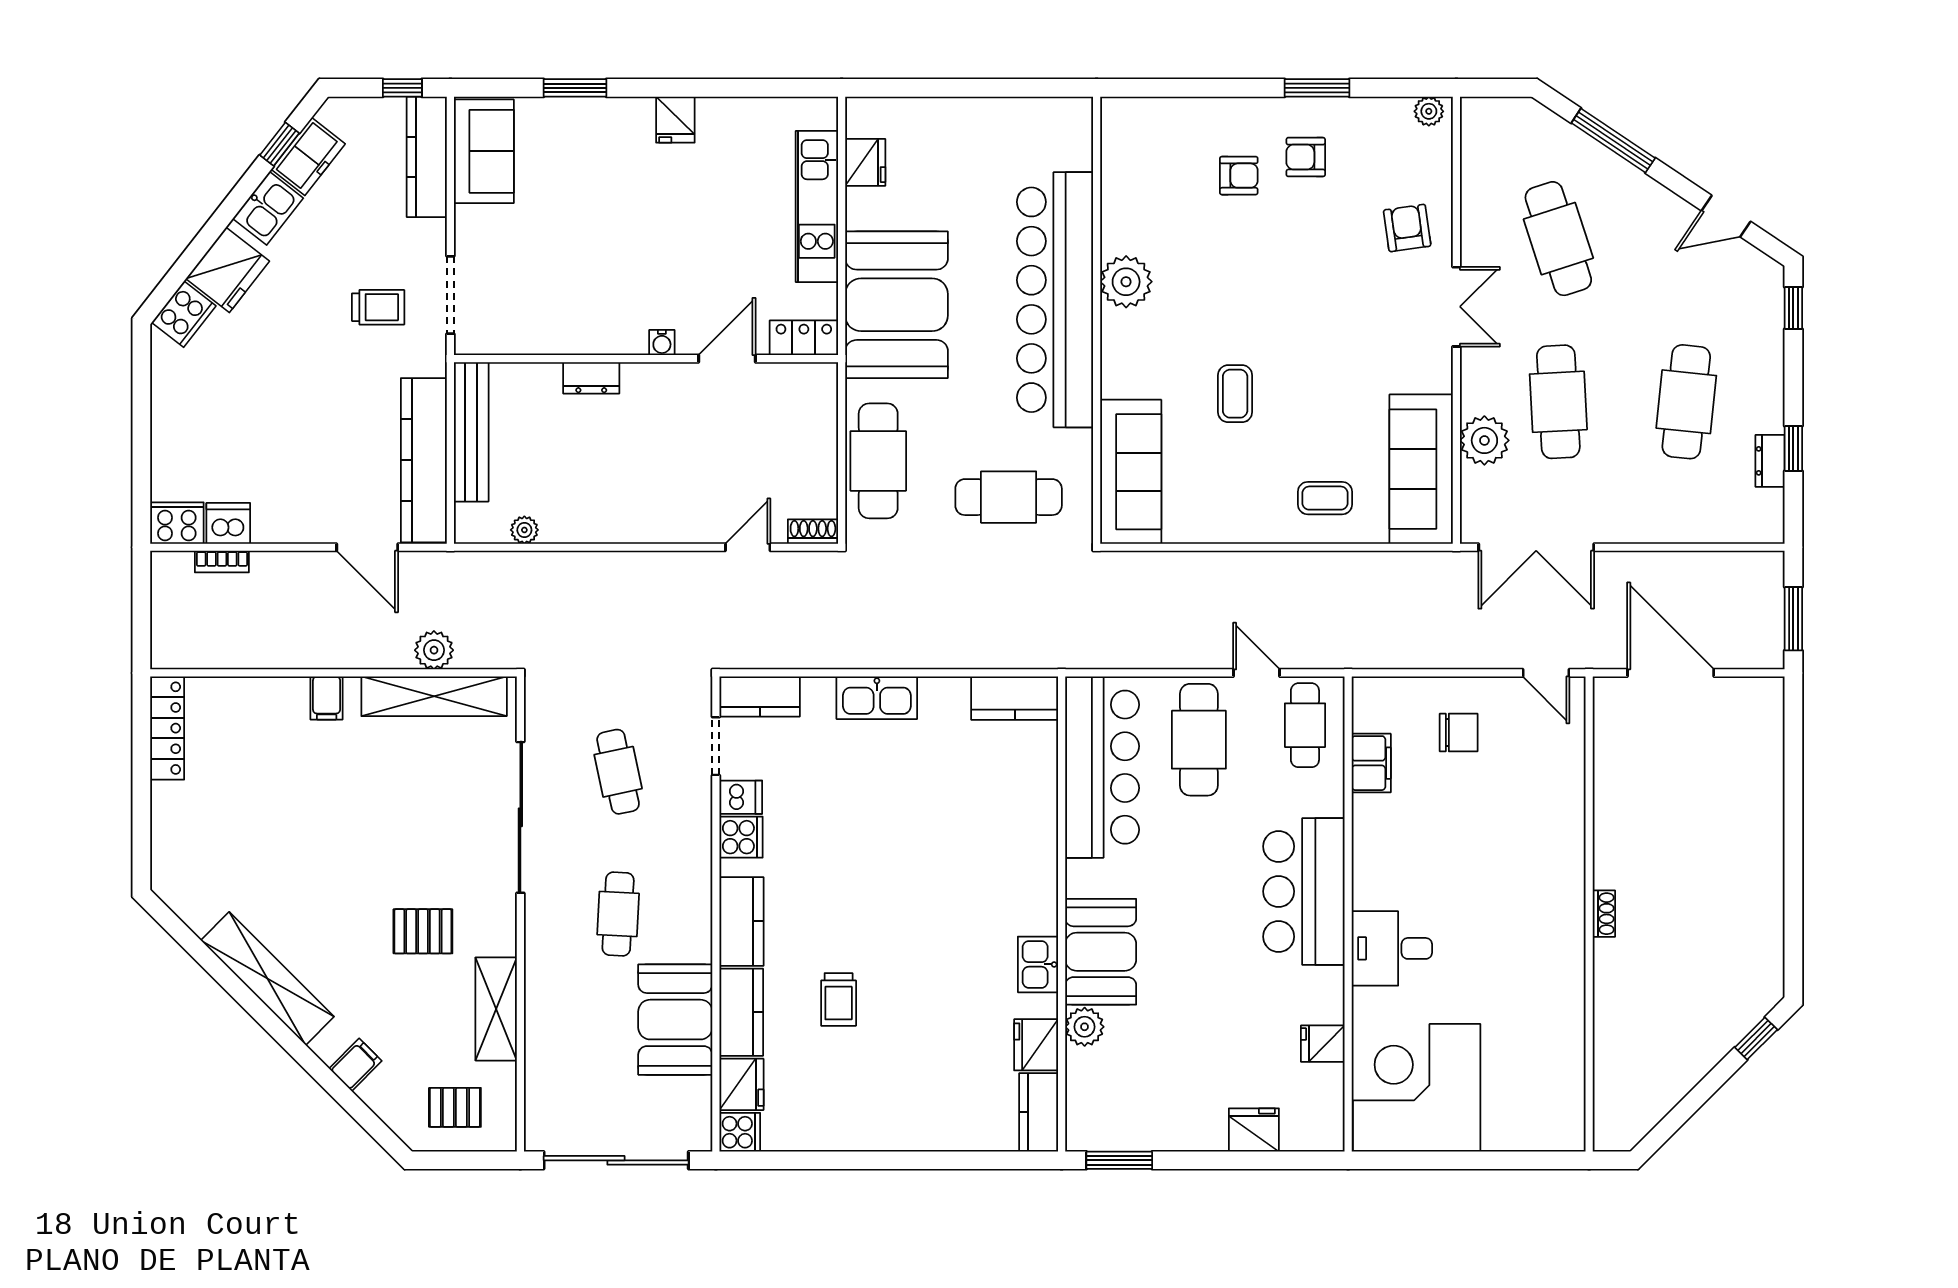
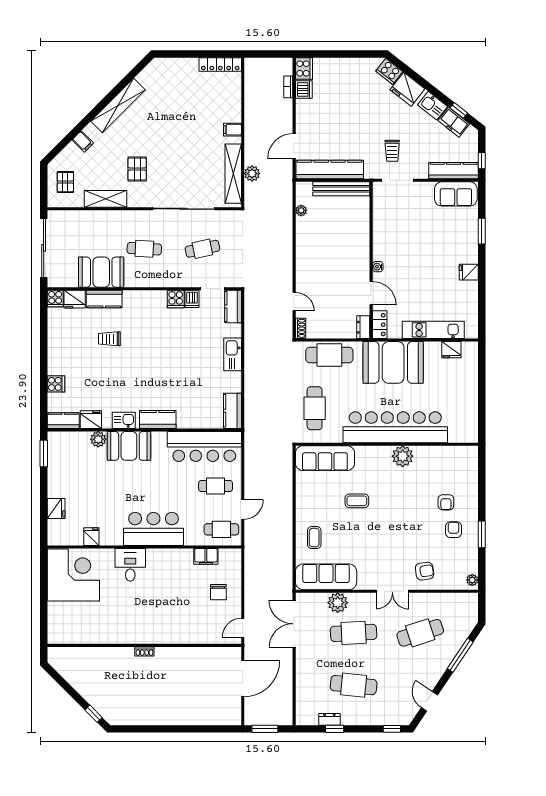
dresser: (591, 378) -> (363, 327), moved
cafe table: (1199, 740) -> (216, 486), width x0.73, depth x0.74
kitchen counter: (742, 921) -> (158, 419), moved, turned 180
cooker: (949, 1130) -> (56, 384), added

